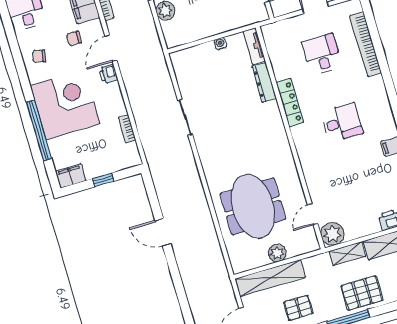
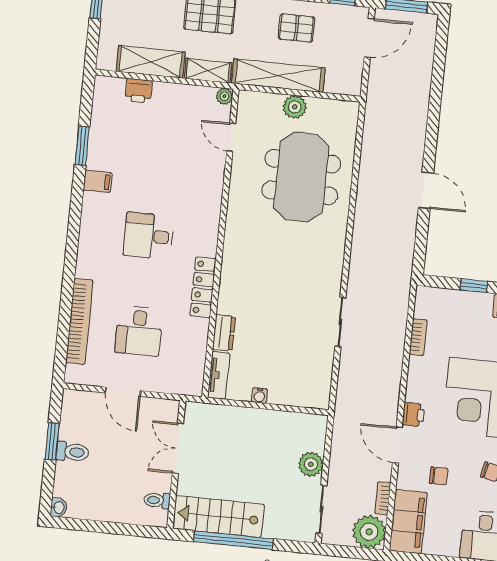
door: (111, 48) -> (397, 445), swing flipped
dresser: (264, 82) -> (224, 333), width x0.70
door: (313, 214) -> (231, 137), swing flipped
plant: (332, 234) -> (224, 96), width x0.53, depth x0.53
shelving: (270, 278) -> (278, 76), moved

